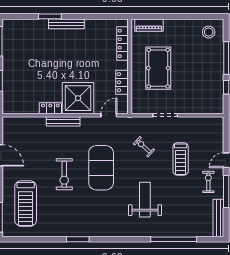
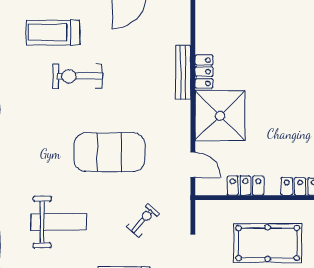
bench: (63, 121) -> (183, 73), moved
exercise bike: (64, 174) -> (78, 76), moved
treadmill: (26, 203) -> (53, 32), width x0.73, depth x0.73

